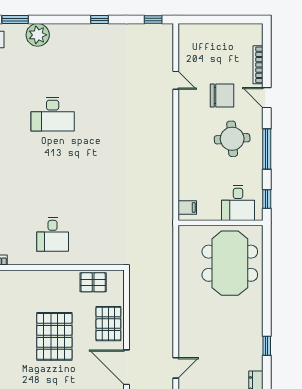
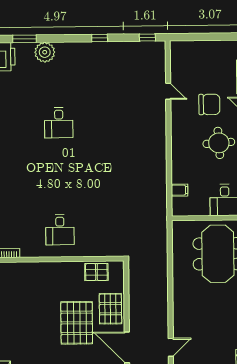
desk: (53, 114) -> (59, 123), width x0.73
filing cabinet: (187, 207) -> (179, 190), moved
pallet: (54, 336) -> (77, 323), moved

